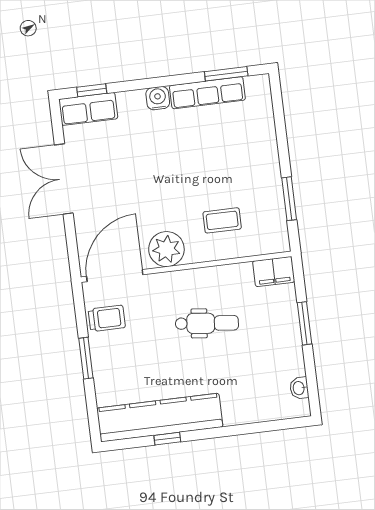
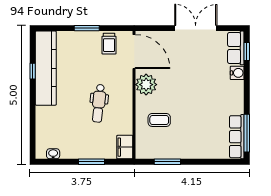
window: (226, 74) -> (247, 133), width x1.44
row of seats: (207, 93) -> (237, 137), moved
water cooler: (158, 98) -> (237, 73), moved
coffee table: (222, 220) -> (159, 120), turned 90

